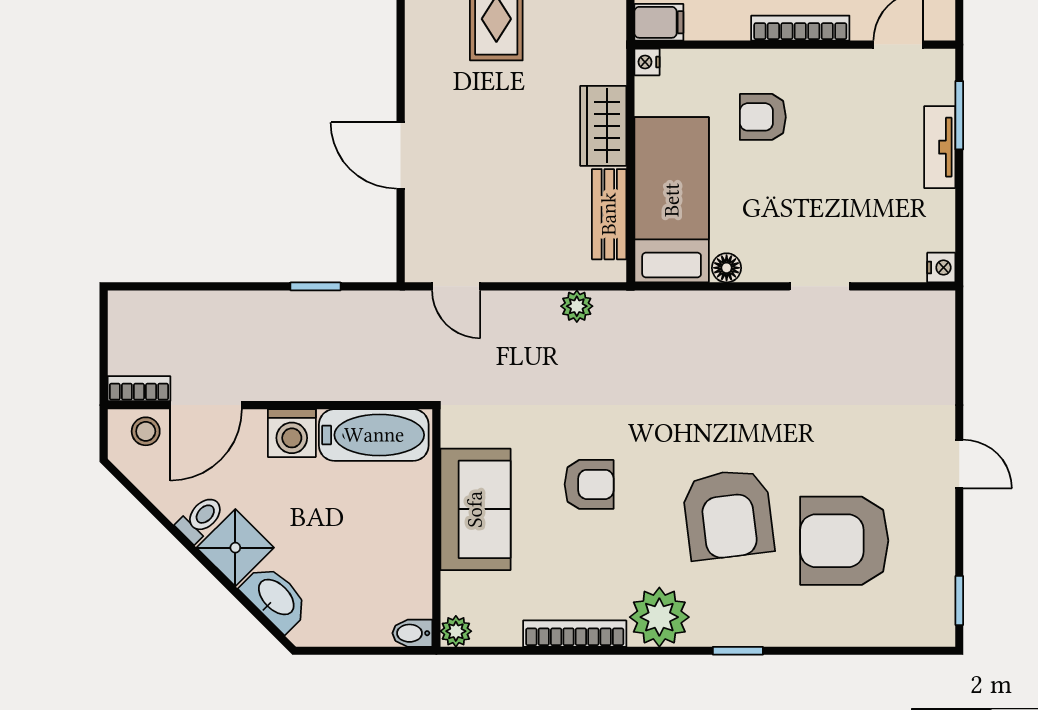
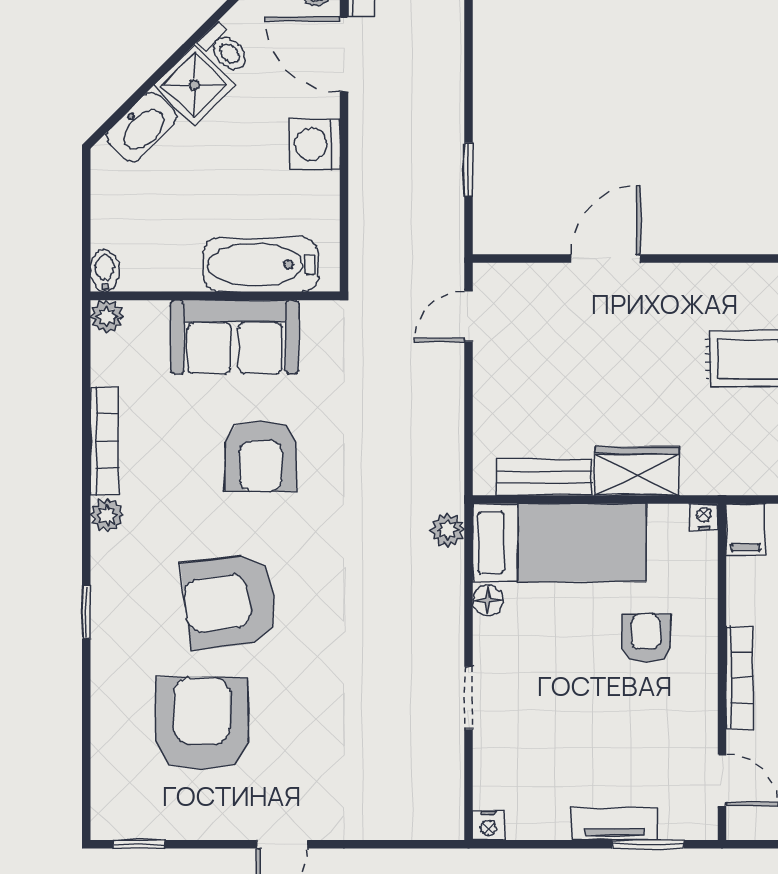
plant: (577, 306) -> (448, 530), moved
bathtub: (374, 435) -> (261, 265), moved, turned 90
armchair: (589, 484) -> (261, 456), width x1.38, depth x1.38
plant: (659, 617) -> (107, 515), width x0.53, depth x0.53

